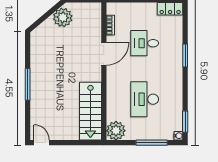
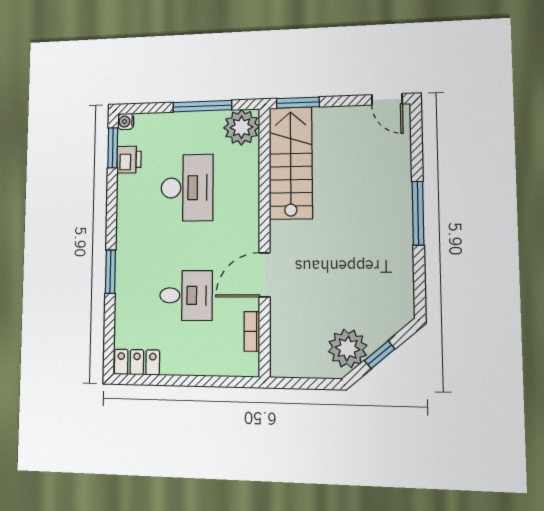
window: (47, 15) -> (380, 355), added
printer: (176, 115) -> (129, 160), added
window: (87, 143) -> (298, 103), added
window: (152, 143) -> (202, 106), moved

